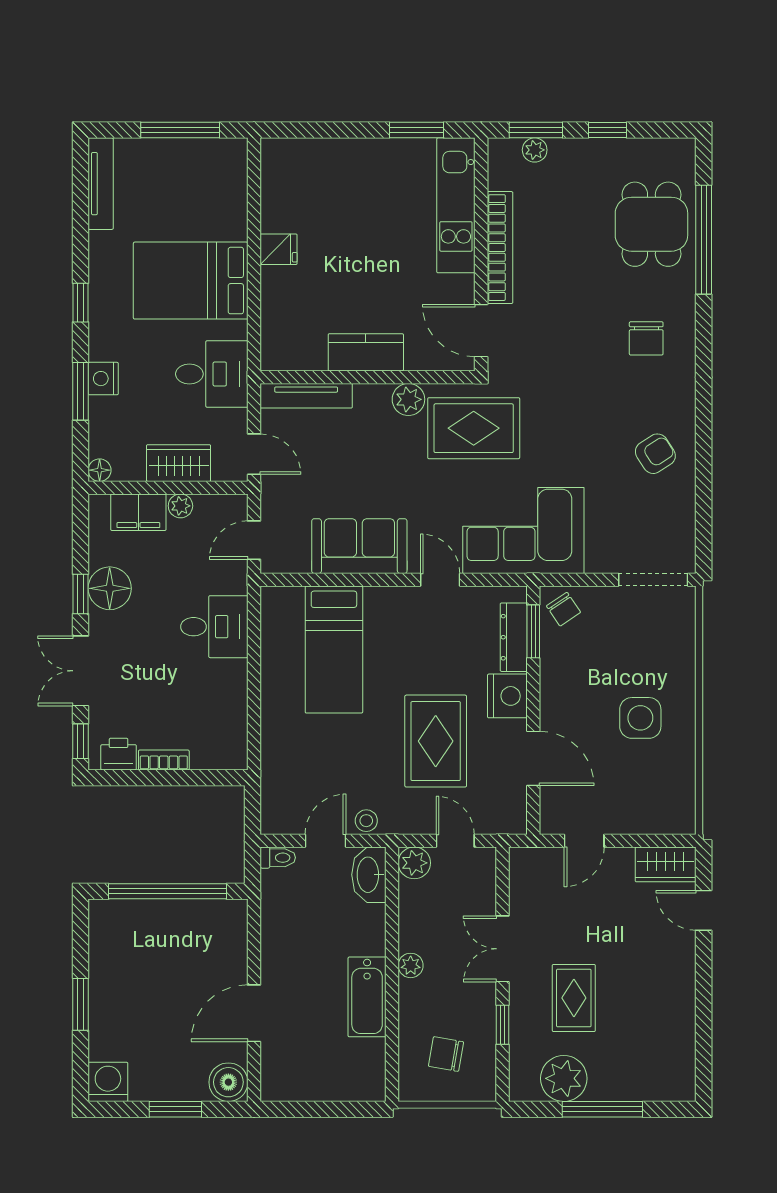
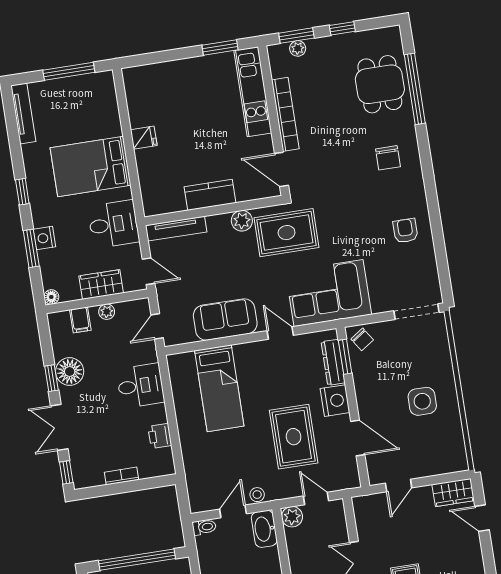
armchair: (655, 454) -> (405, 231), turned -57
filing cabinet: (138, 512) -> (80, 320), width x0.50
printer: (119, 754) -> (160, 436), moved, turned -90

